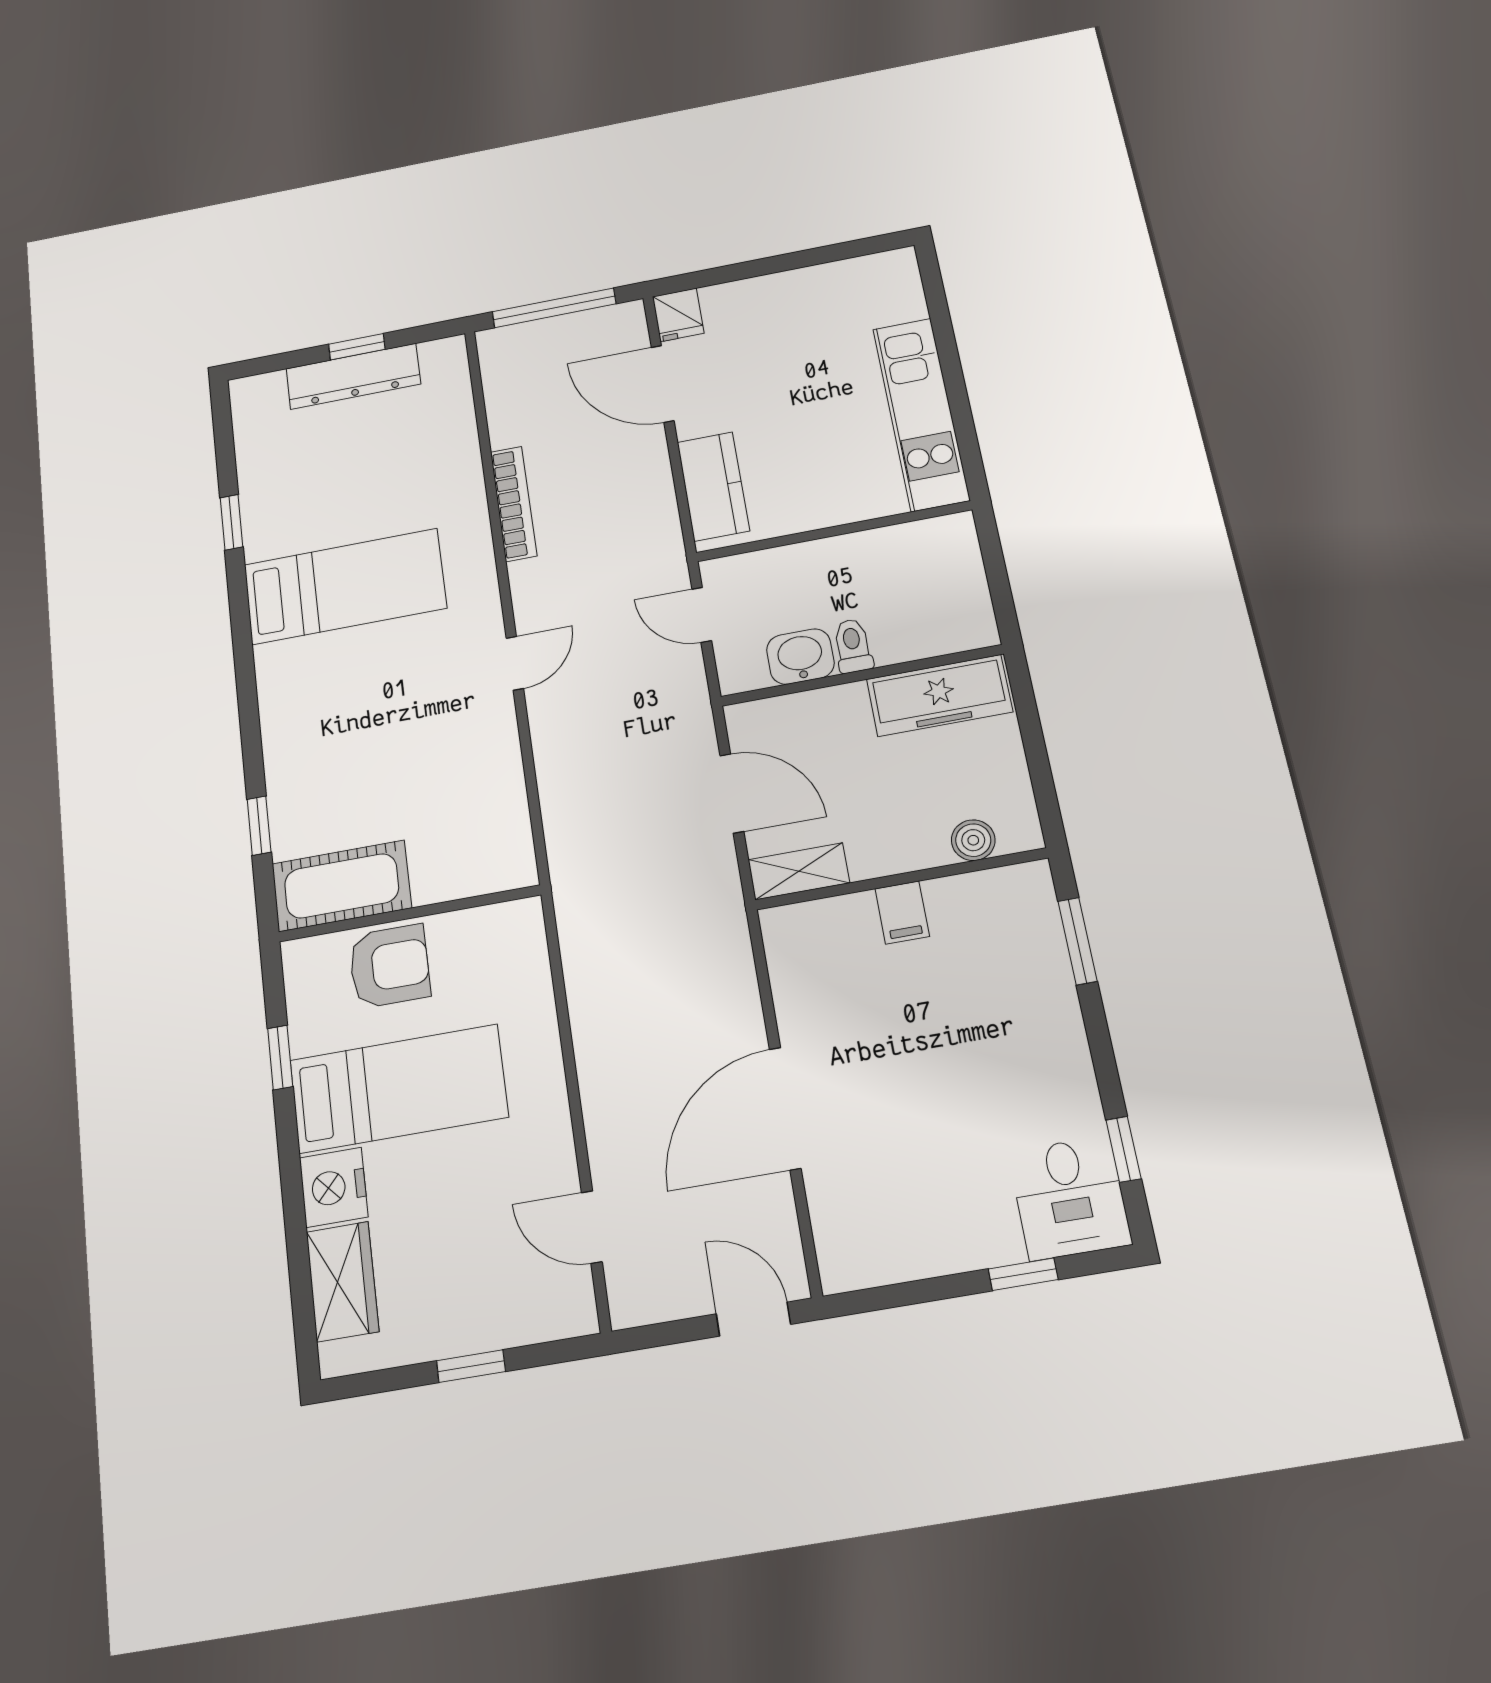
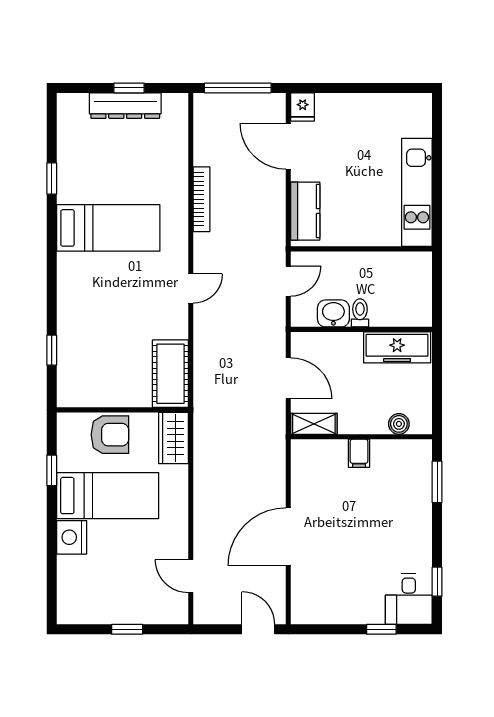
door: (702, 615) -> (288, 281), swing flipped
cot: (342, 886) -> (170, 374), moved, turned 90
wardrobe: (342, 1281) -> (173, 438), moved, turned 180

